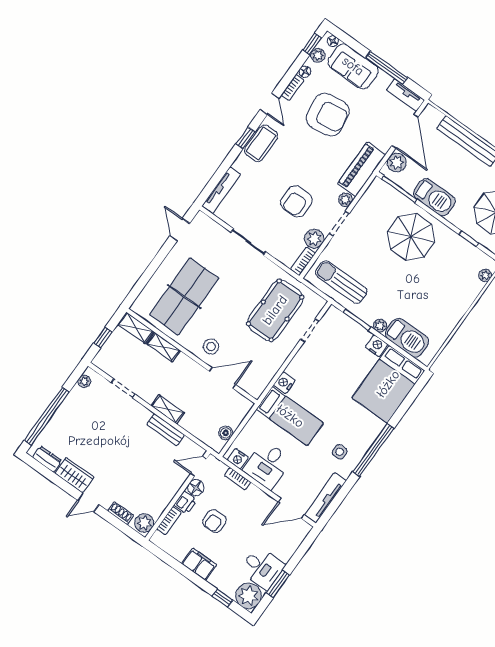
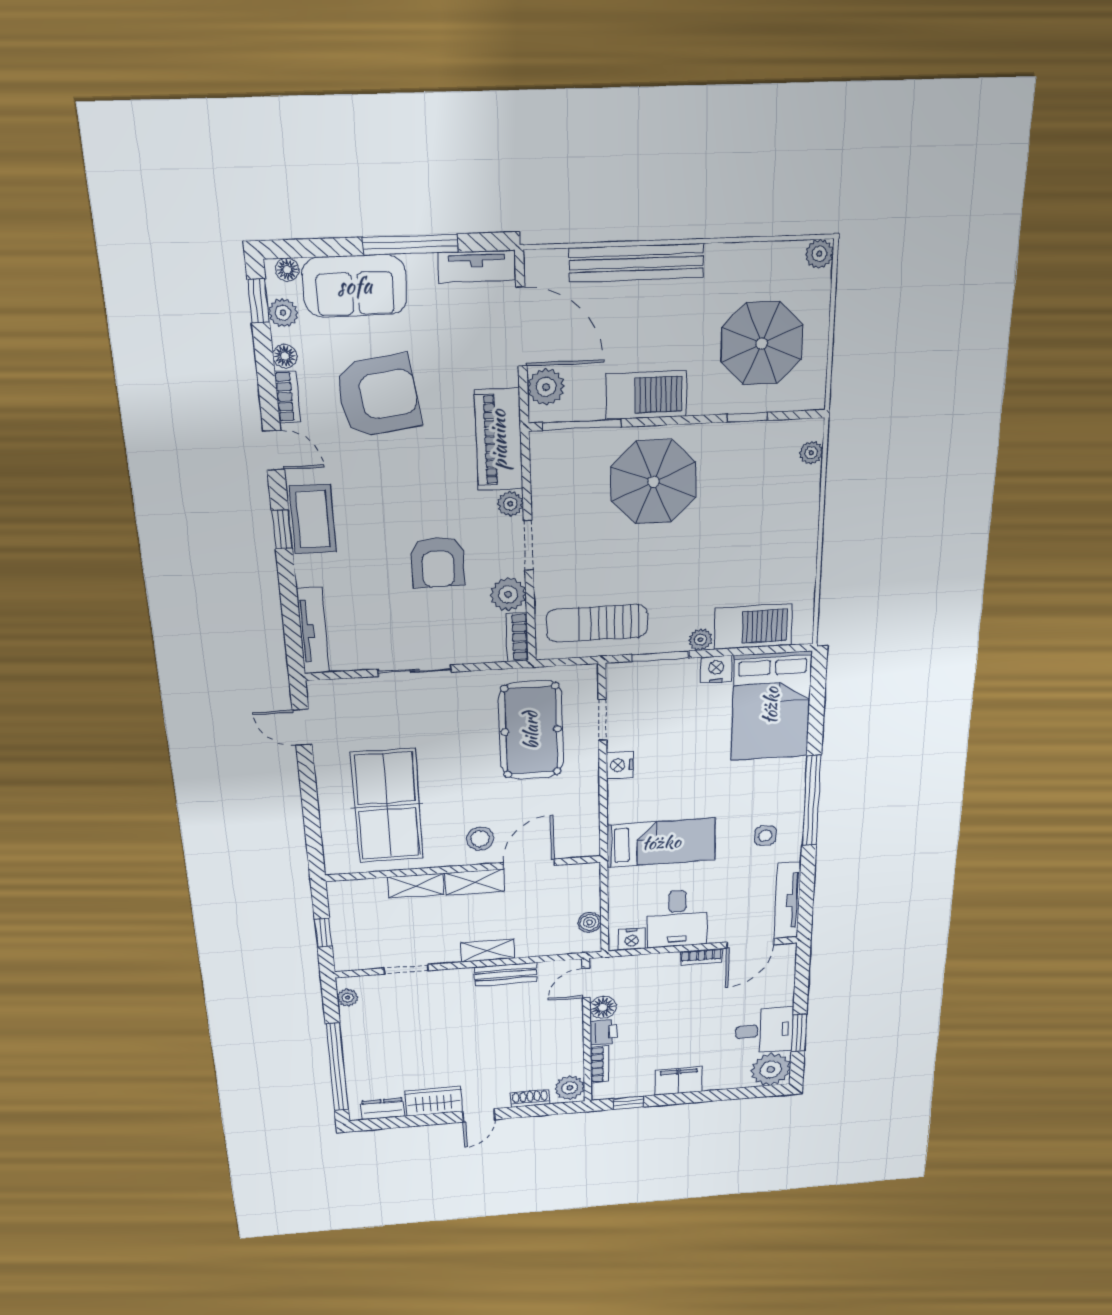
shelving: (136, 328) -> (475, 882), moved
nightstand: (284, 383) -> (620, 765), moved
bookcase: (237, 479) -> (701, 957), moved
armchair: (214, 521) -> (659, 1025), removed
window: (222, 598) -> (629, 1103), moved

